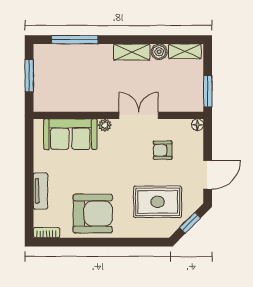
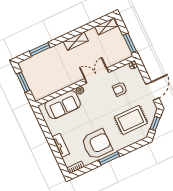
window: (75, 40) -> (40, 49), width x0.69
boiler: (159, 52) -> (91, 34), removed
window: (101, 242) -> (109, 158), added

